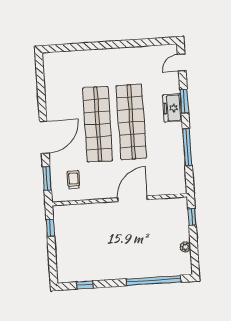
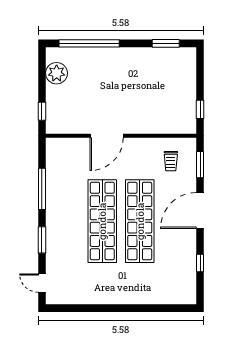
door: (182, 63) -> (42, 283), swing flipped
window: (41, 90) -> (200, 263), added
freezer: (172, 108) -> (56, 233), removed
plant: (185, 247) -> (57, 73), width x1.88, depth x1.88
window: (85, 285) -> (166, 43), width x1.50

